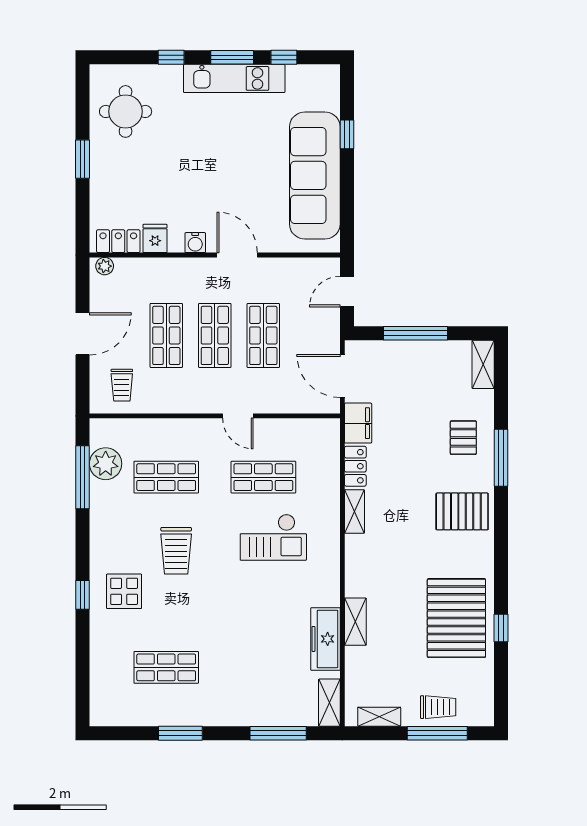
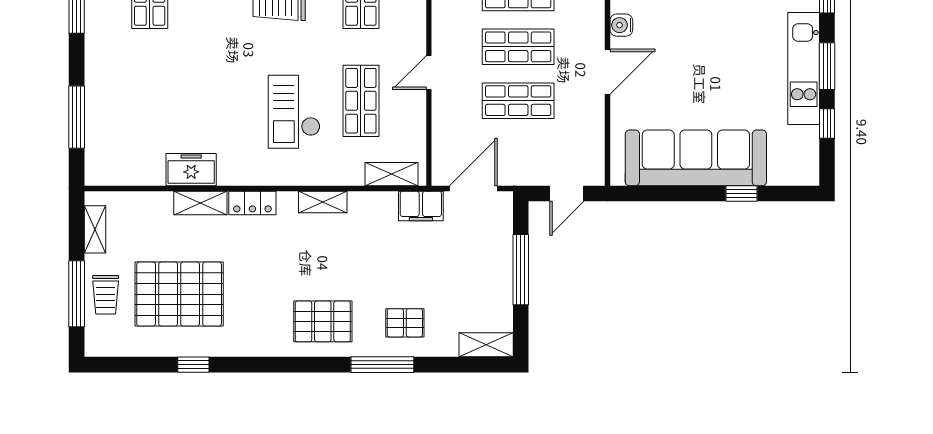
door: (347, 292) -> (567, 194), swing flipped
locker: (355, 466) -> (252, 203), moved
pallet: (462, 511) -> (323, 321), turned 90
pallet: (456, 618) -> (179, 294), moved
freezer: (325, 639) -> (191, 170), width x0.71
shelving: (329, 703) -> (391, 174), moved

